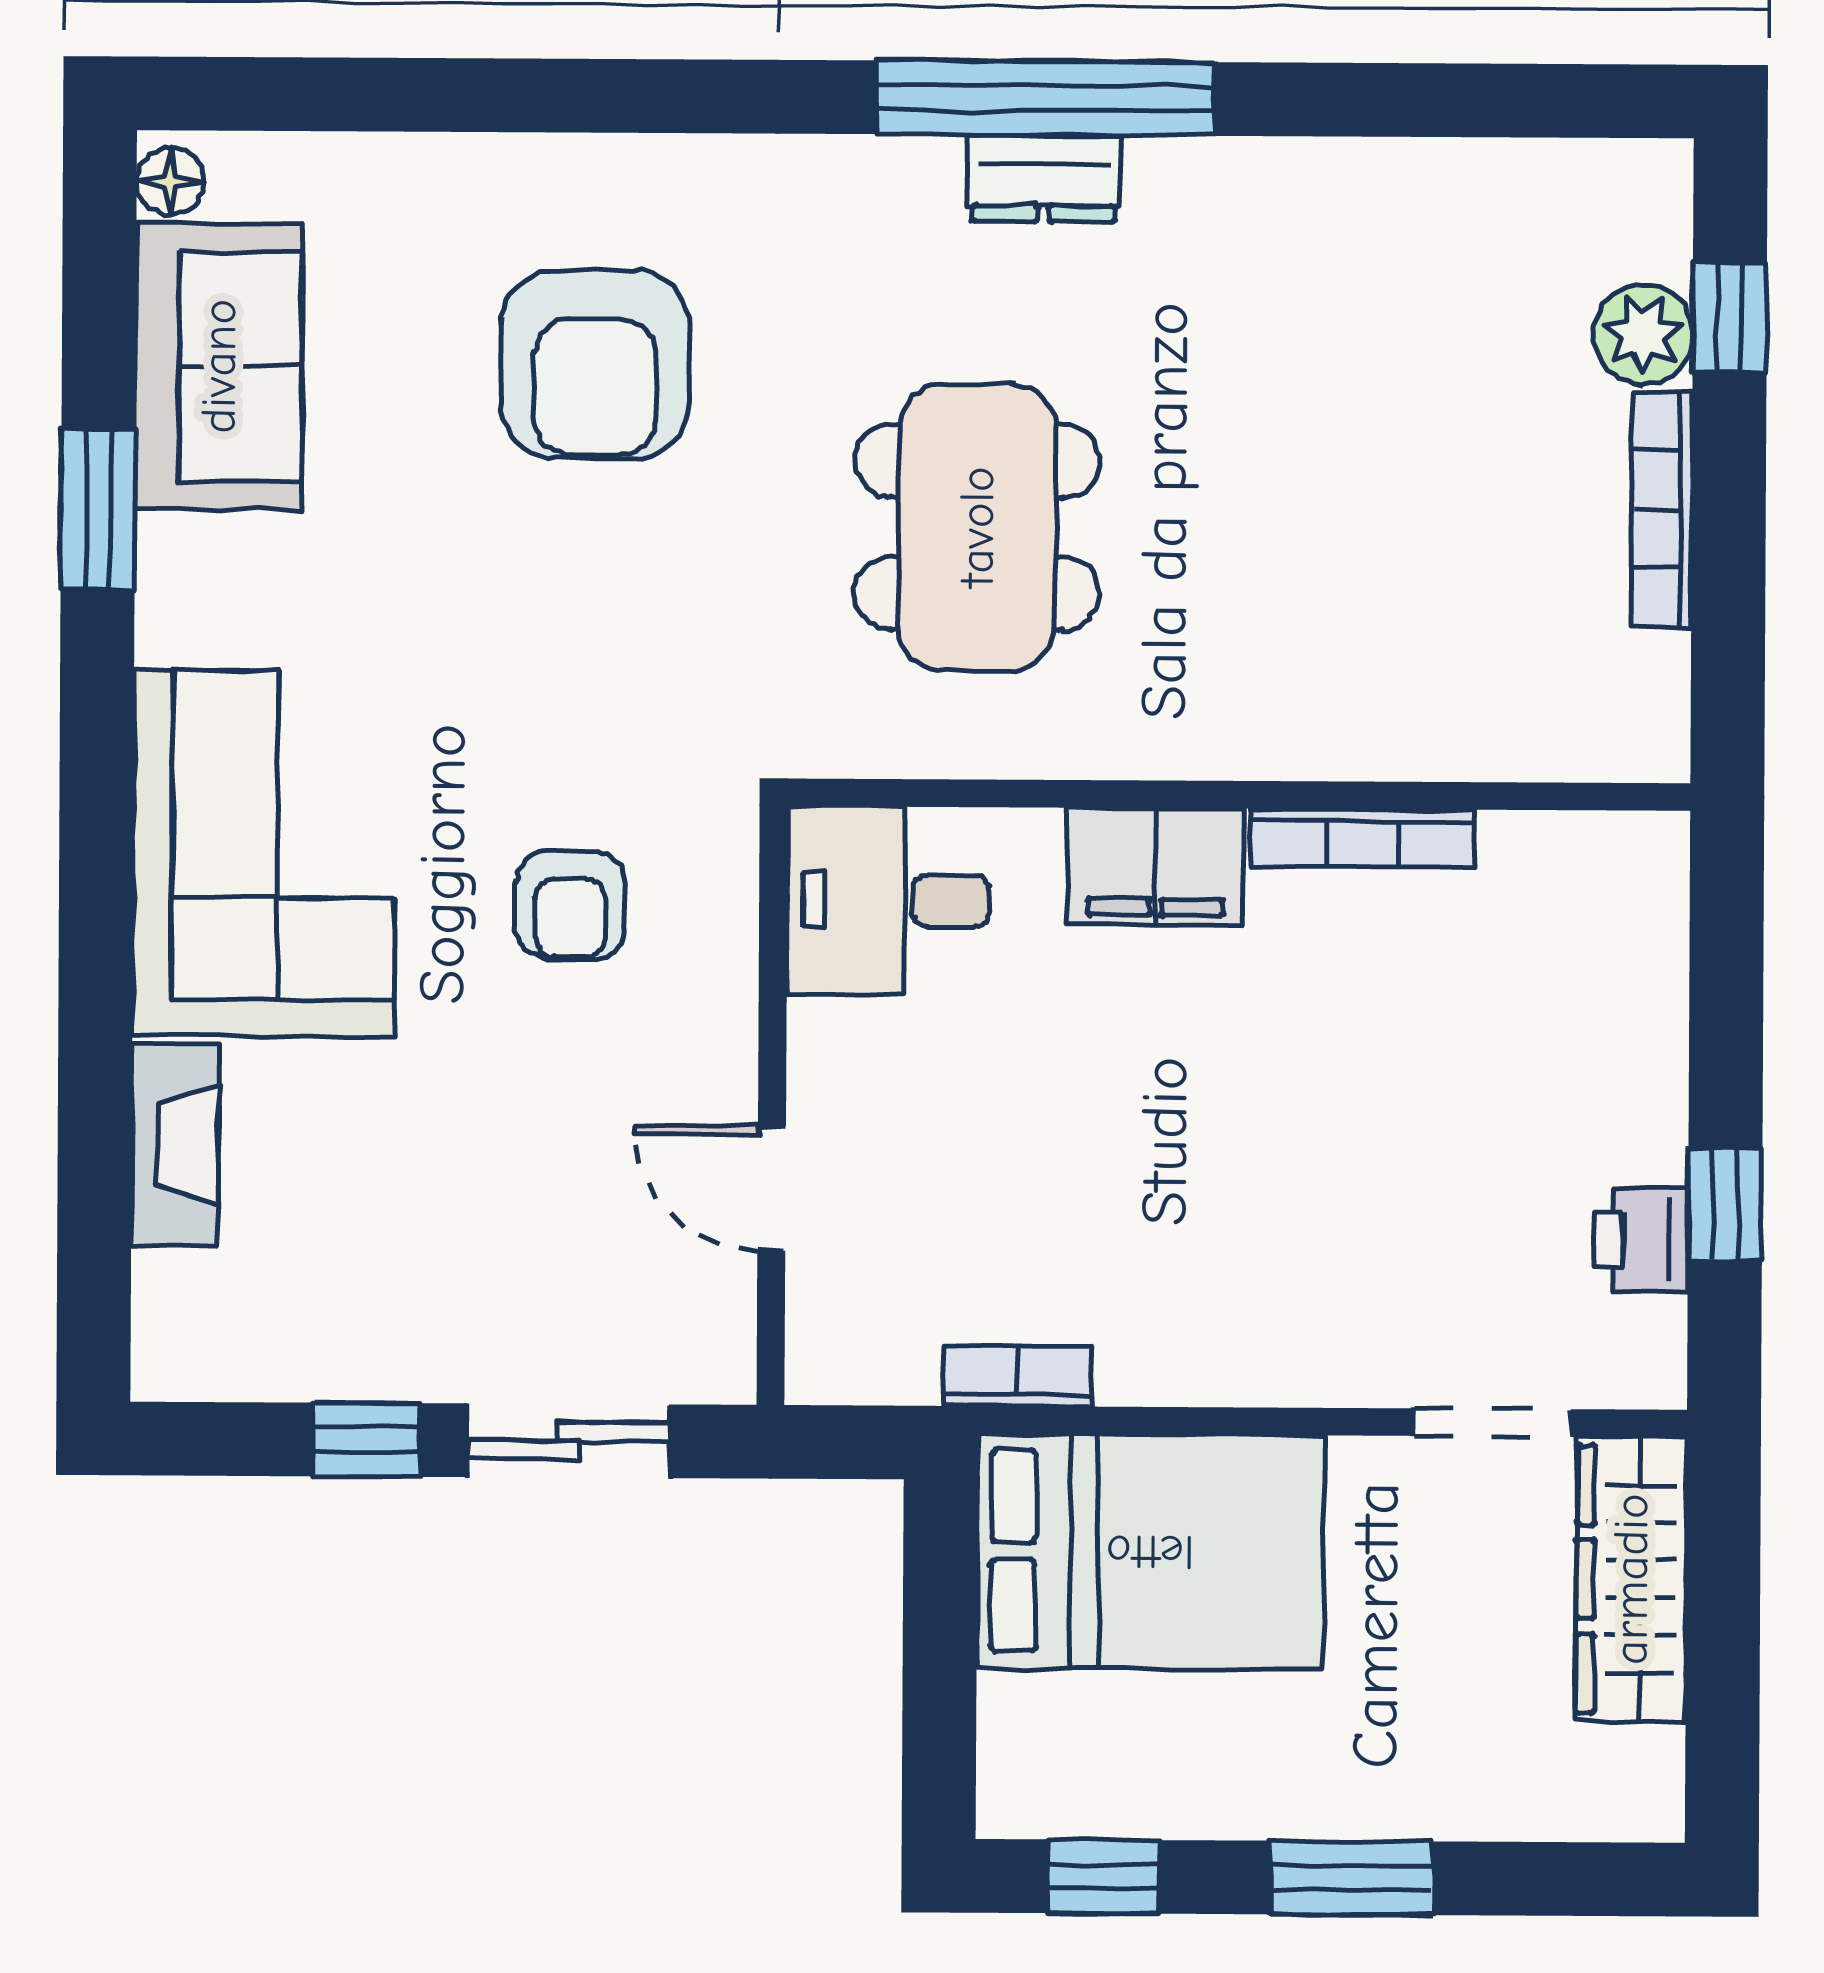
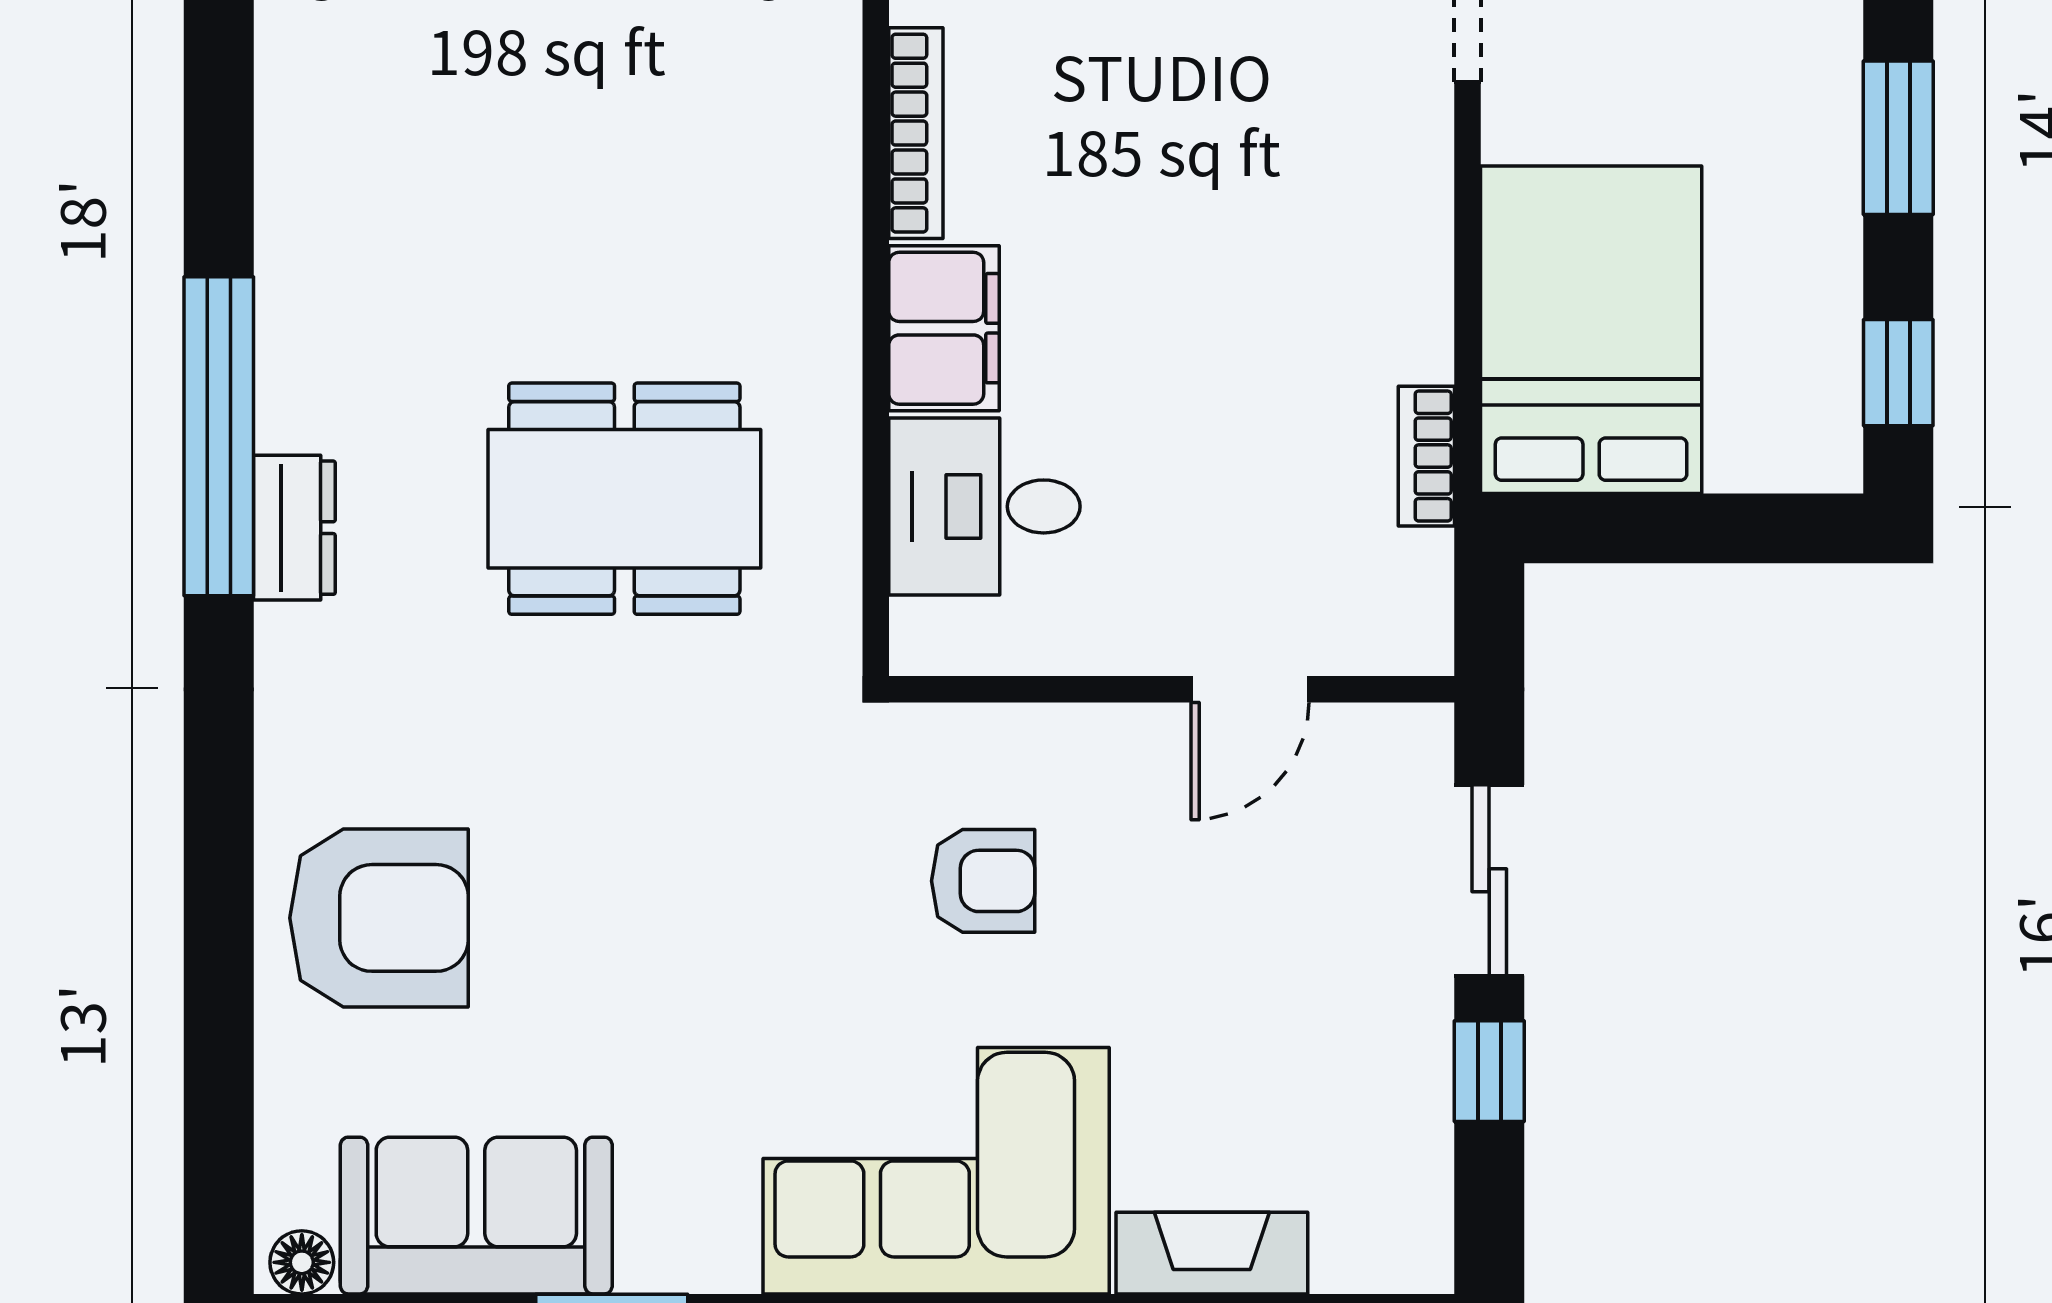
dresser: (1044, 178) -> (294, 528), moved
armchair: (595, 364) -> (379, 918), moved
desk: (888, 901) -> (984, 506), moved, turned 90

